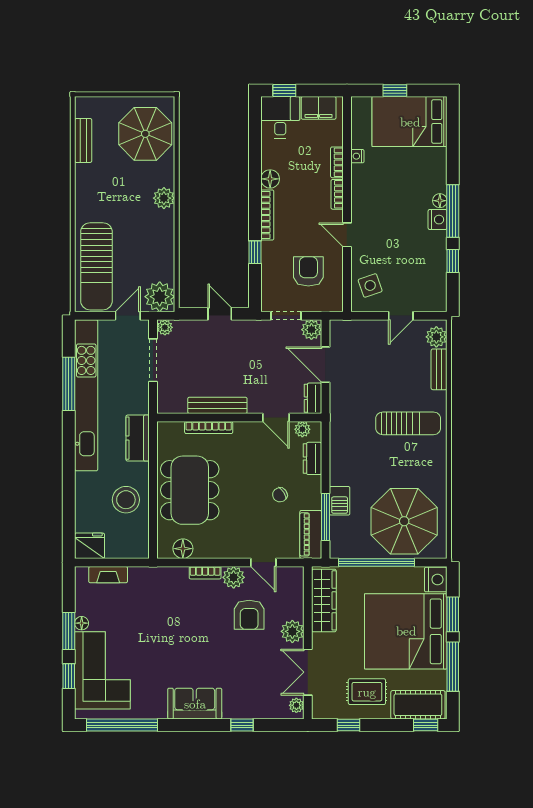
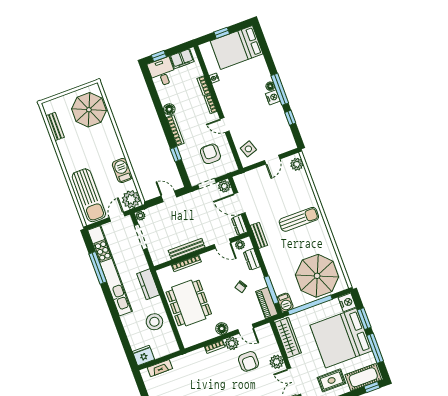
plant: (164, 198) -> (113, 142), removed
barbecue: (162, 247) -> (122, 170), added
bench: (439, 369) -> (259, 235), moved
barbecue: (340, 501) -> (285, 302), moved
floor lamp: (183, 549) -> (222, 329), moved

